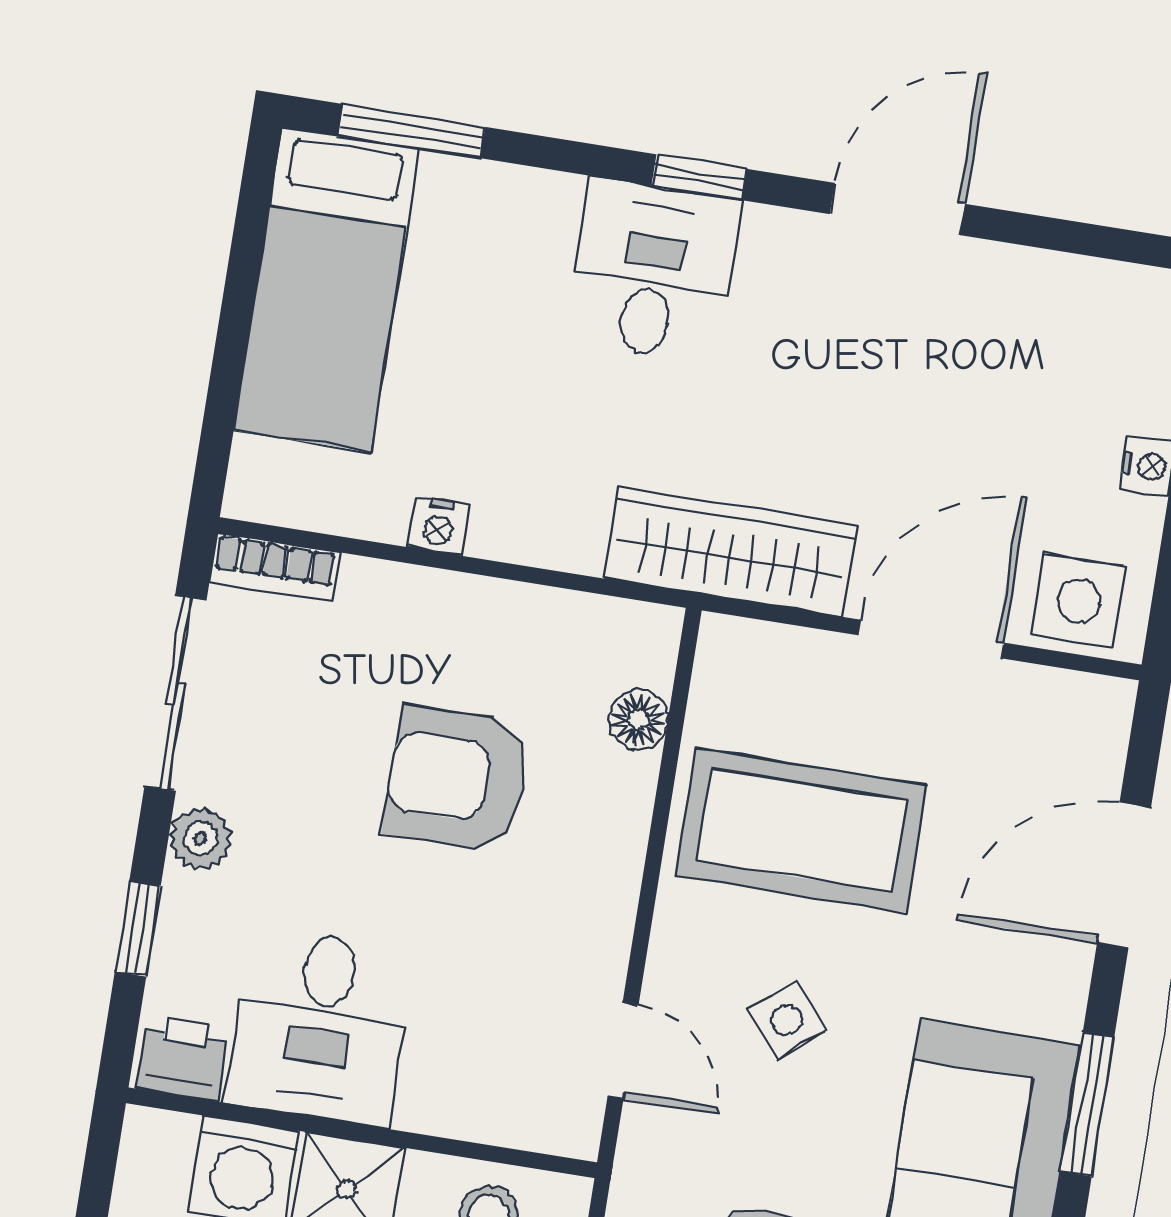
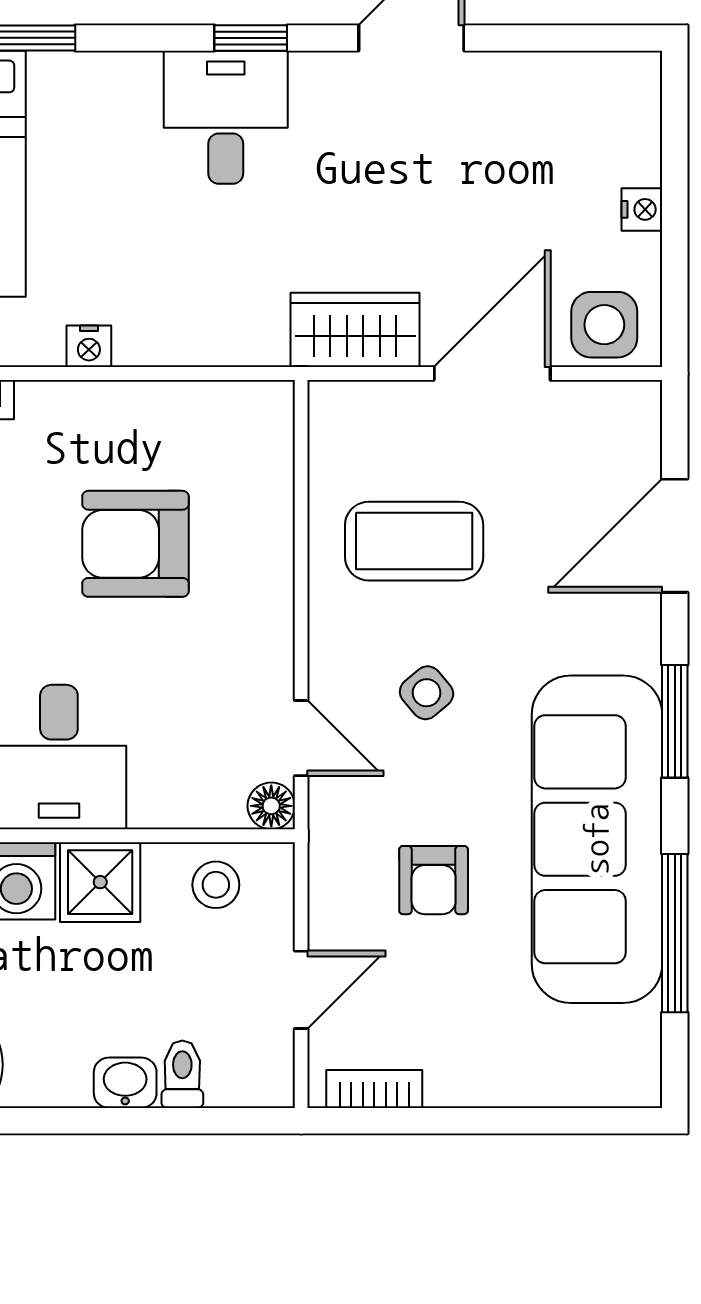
wardrobe: (730, 552) -> (355, 330), width x0.67
floor lamp: (638, 720) -> (271, 806), moved
coffee table: (801, 830) -> (414, 541), width x0.73, depth x0.76

